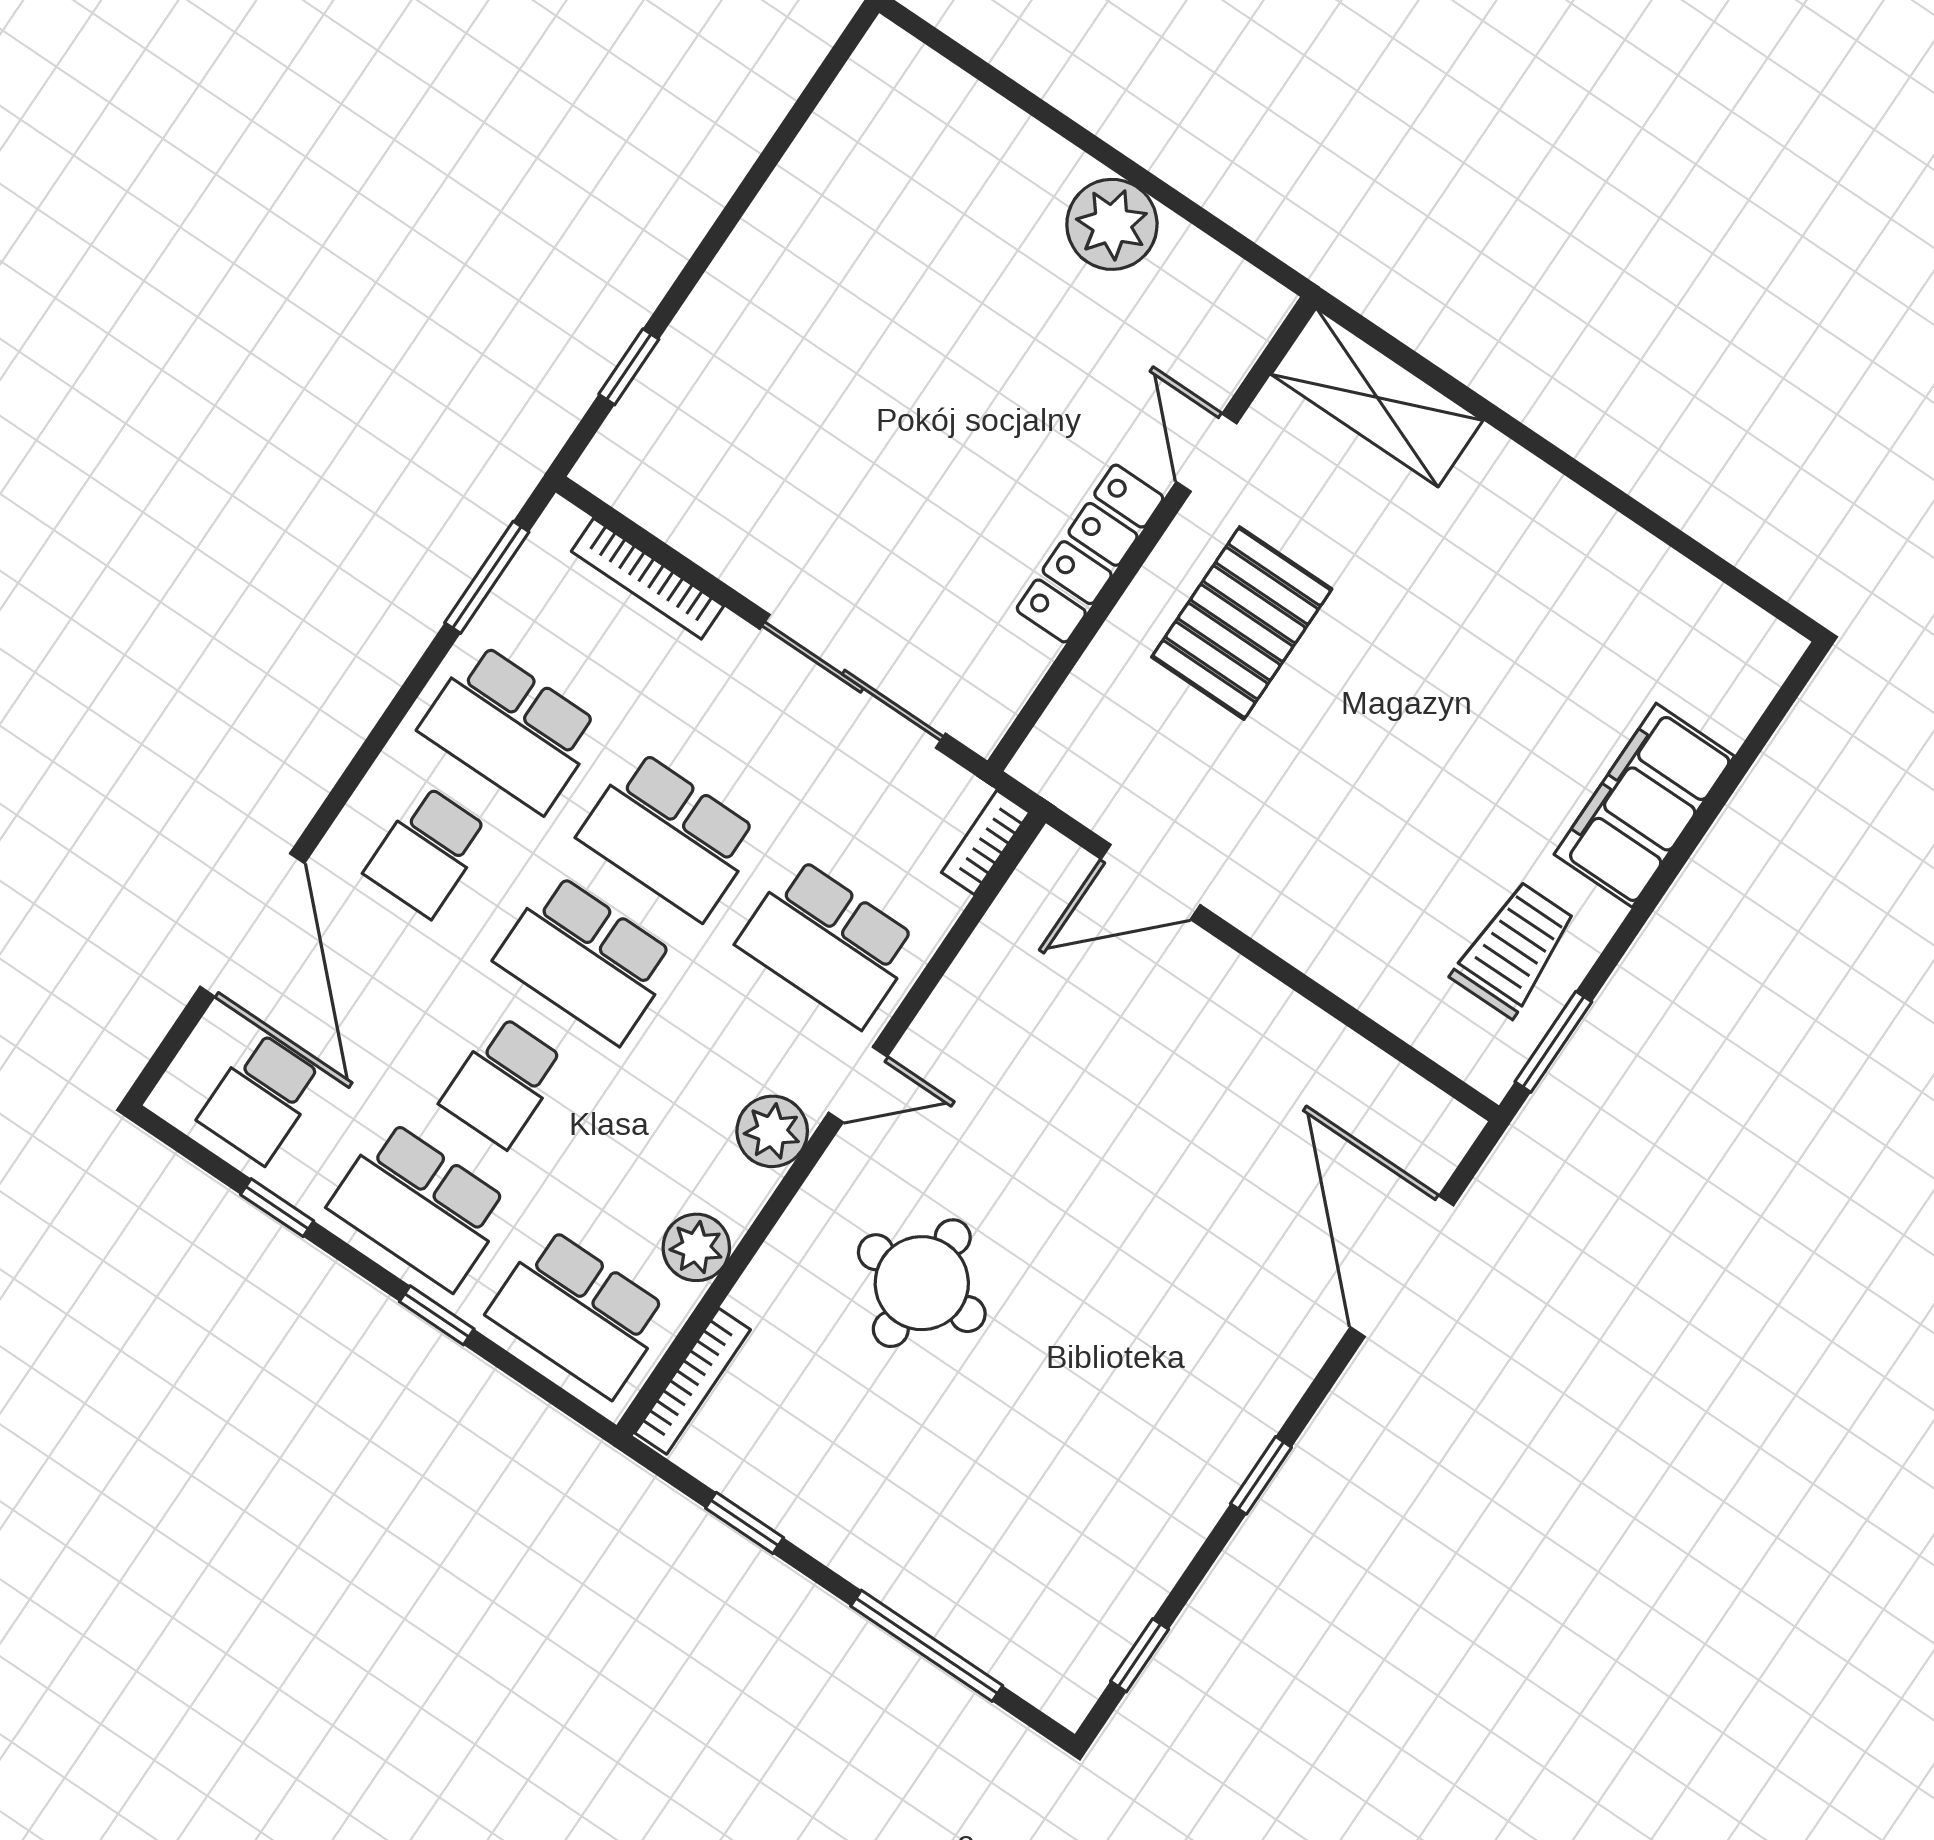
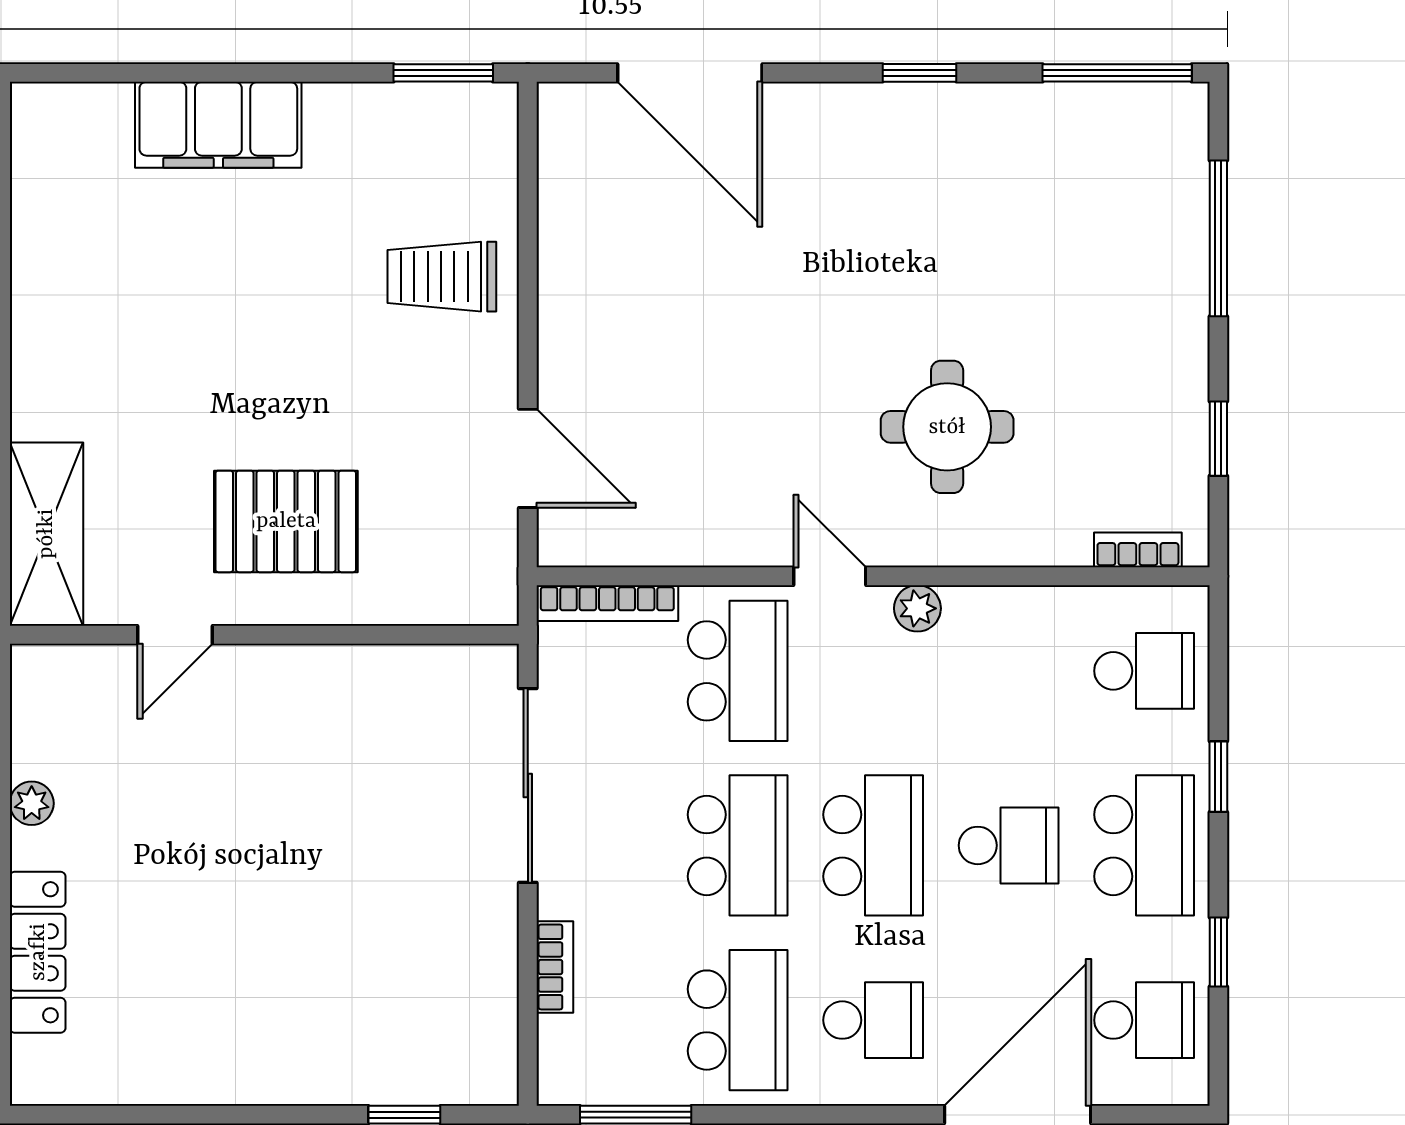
plant: (1112, 224) -> (32, 803), width x0.53, depth x0.53
locker: (1090, 553) -> (38, 952), moved, turned -90
bookcase: (647, 579) -> (555, 967), width x0.64
bookcase: (986, 842) -> (607, 603), width x1.56
trolley: (1514, 949) -> (442, 277), moved
plant: (772, 1131) -> (917, 608), width x0.73, depth x0.73
plant: (696, 1247) -> (1035, 615), removed
door: (1402, 1266) -> (690, 73), hinge flipped
school desk: (579, 1313) -> (1144, 671), width x0.54
bookcase: (693, 1381) -> (1138, 550), width x0.64
window: (1140, 1655) -> (1117, 73), width x2.17

